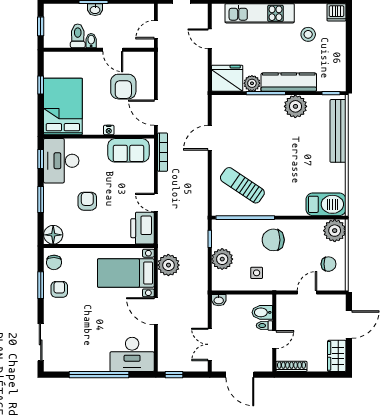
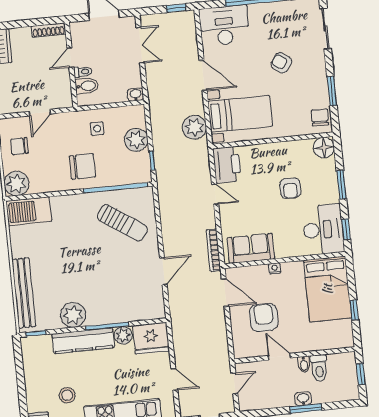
armchair: (59, 289) -> (281, 63), moved, turned 125

